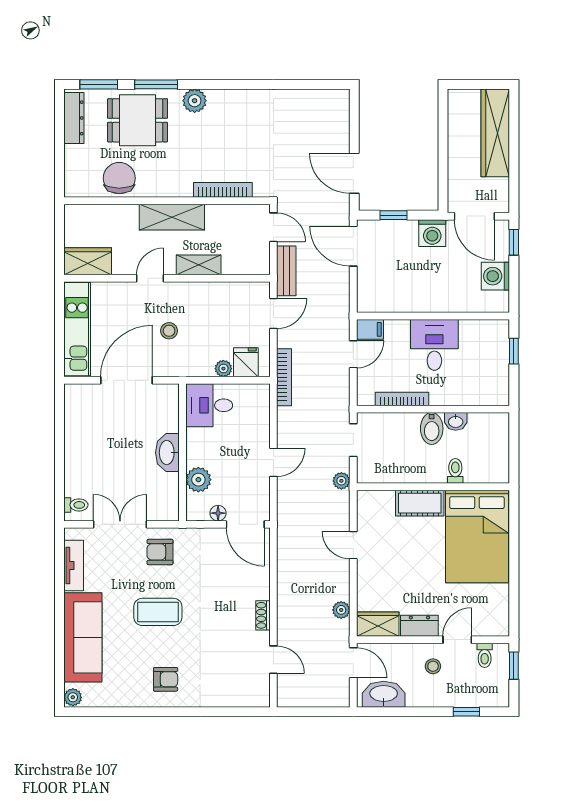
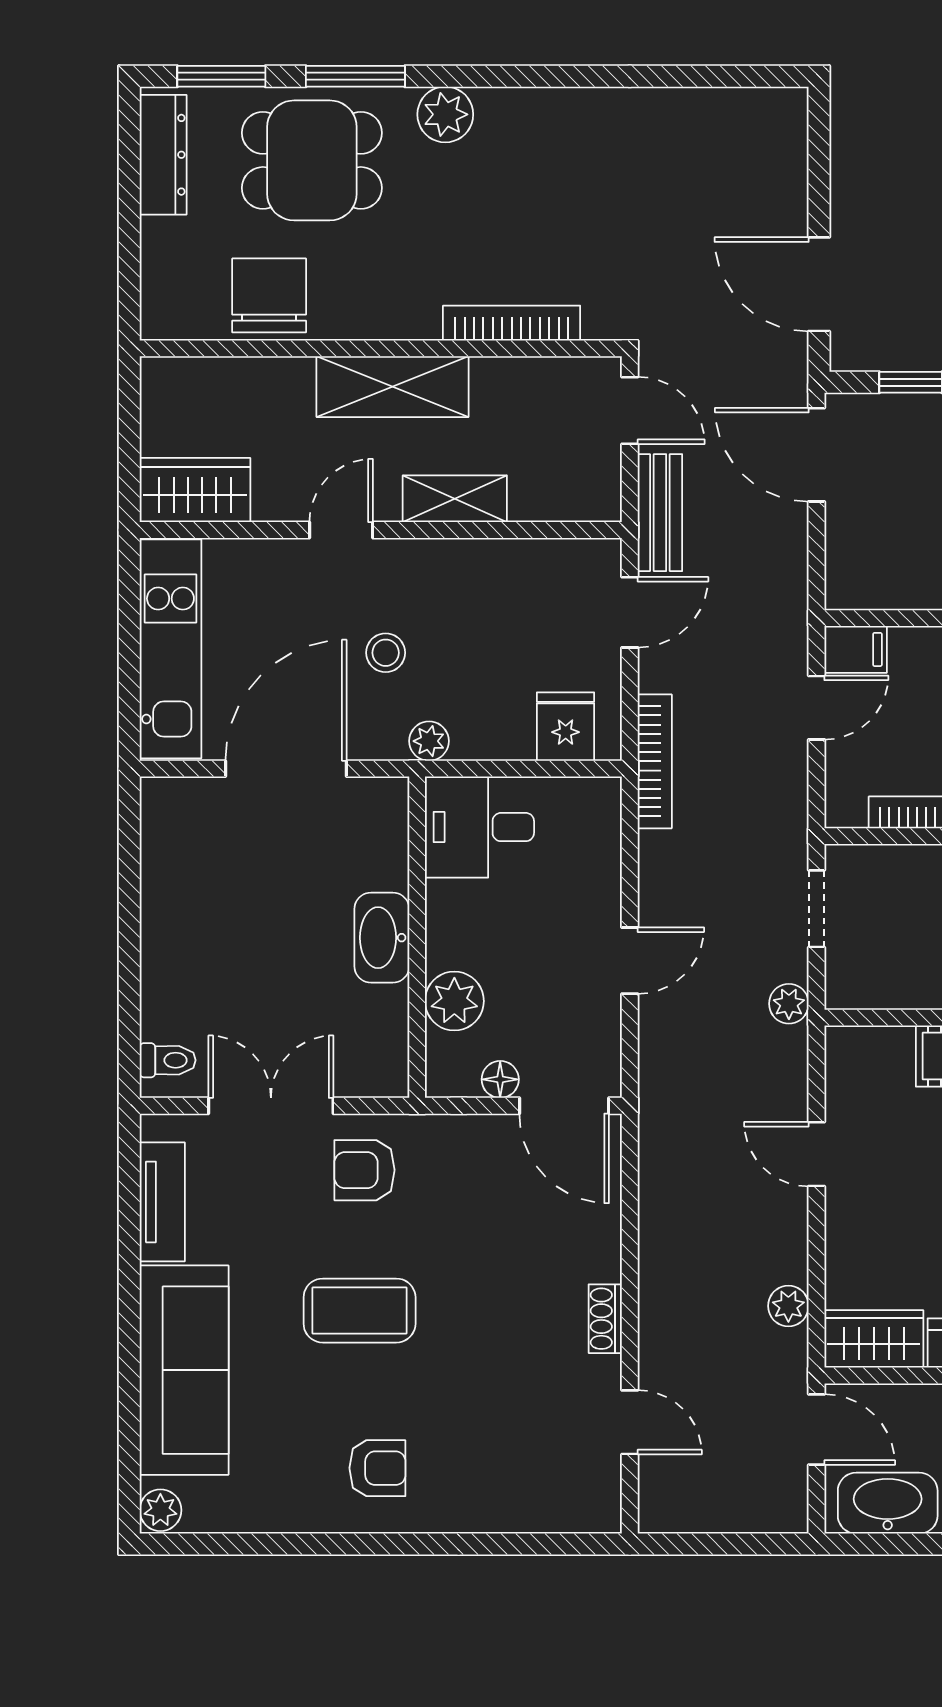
plant: (223, 369) -> (429, 741), moved

